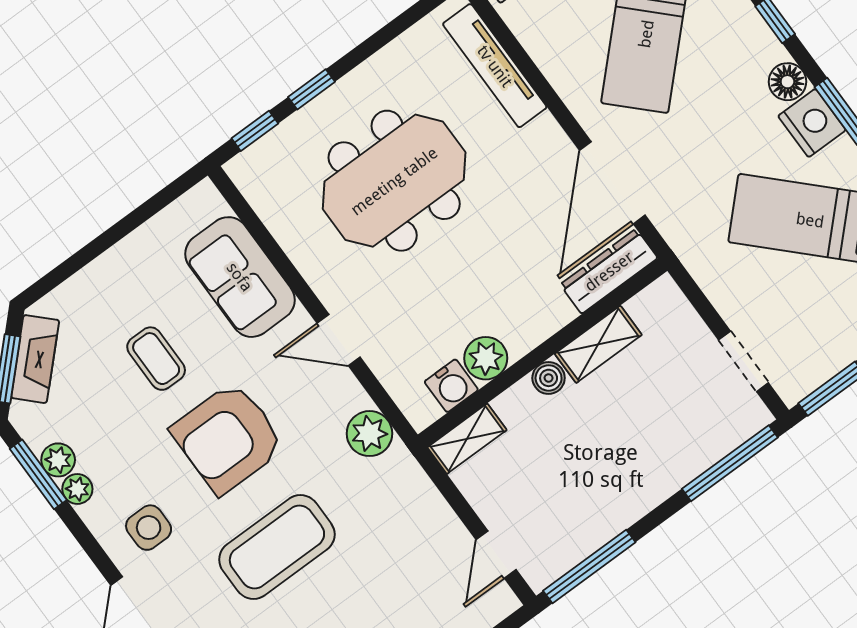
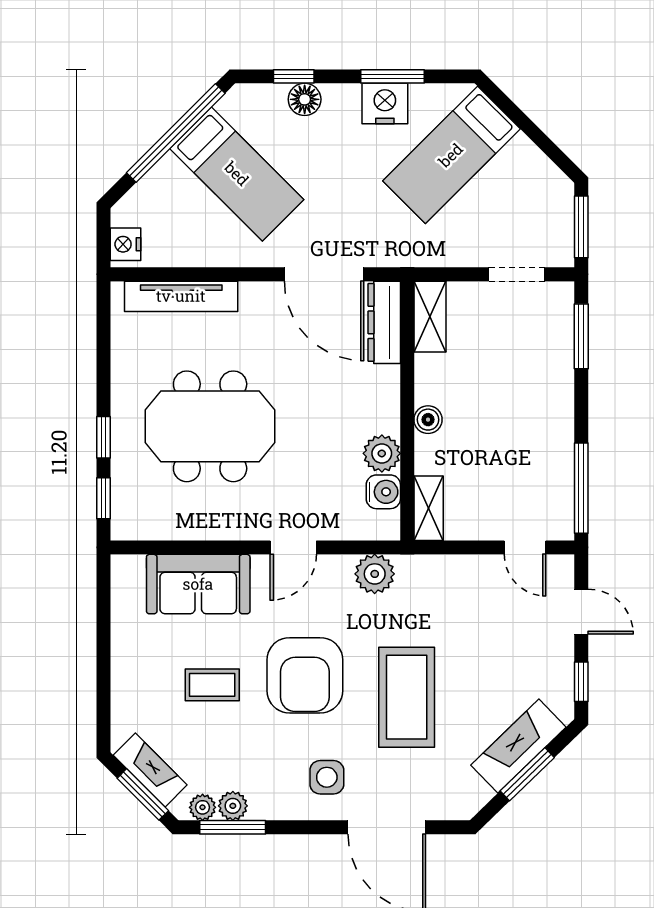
floor lamp: (787, 82) -> (305, 99), moved
meeting table: (394, 181) -> (210, 426), turned 90
shelving: (598, 344) -> (430, 317), moved
window: (730, 463) -> (581, 336), width x0.69
plant: (77, 489) -> (203, 807), moved

